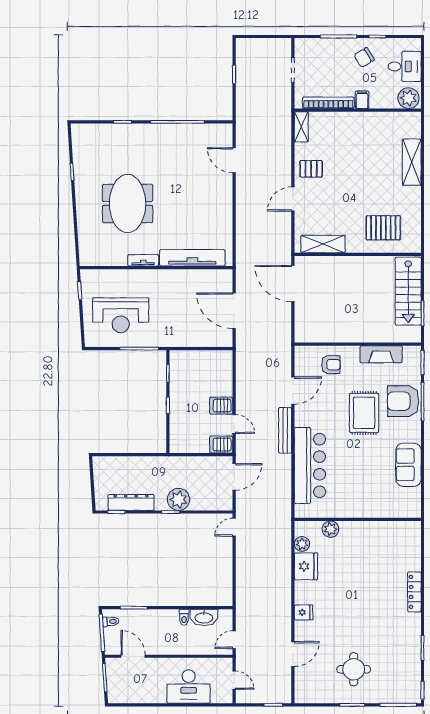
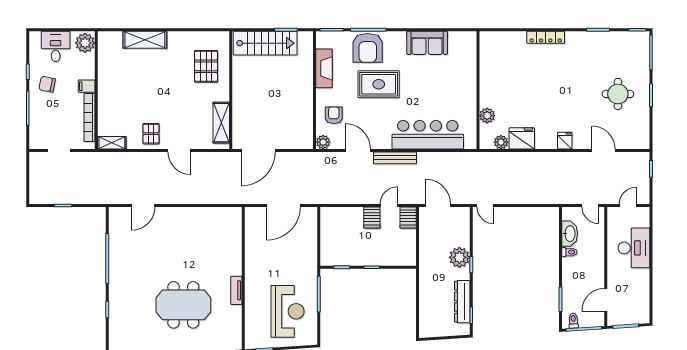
chair: (364, 57) -> (47, 84), turned 132
tv unit: (192, 258) -> (234, 244), removed
plant: (302, 353) -> (323, 142), added

